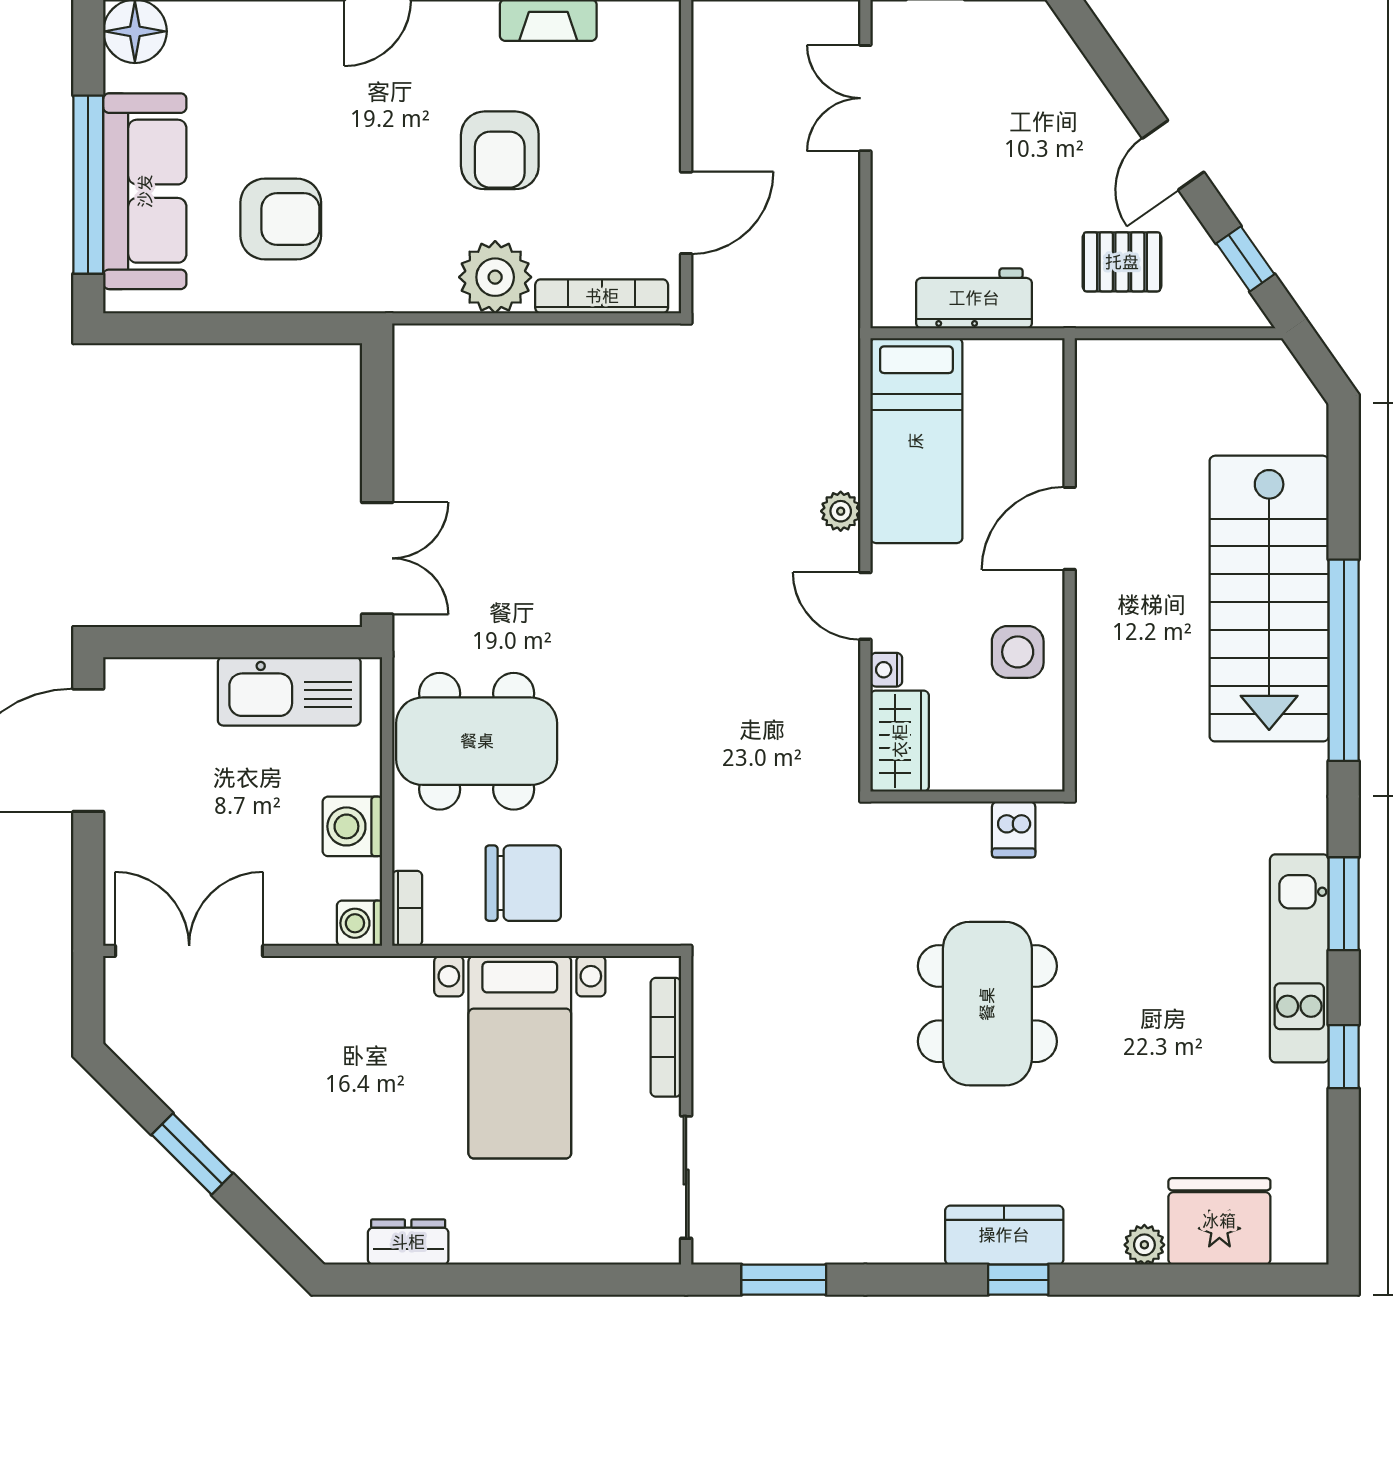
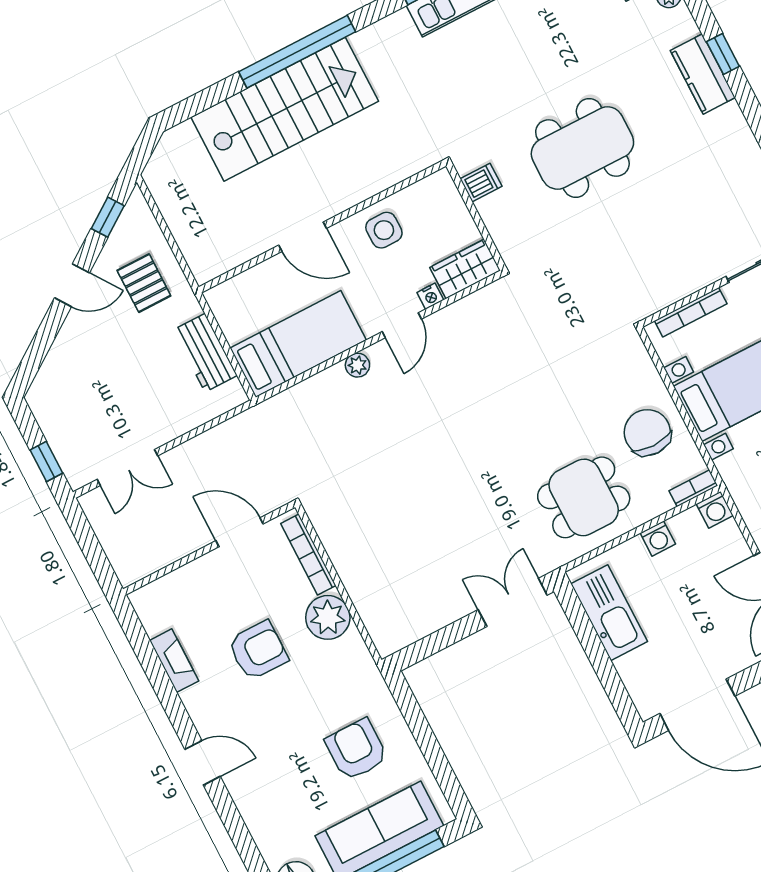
dining table: (477, 741) -> (584, 497), width x0.73
washing machine: (352, 826) -> (658, 539), width x0.73, depth x0.73

